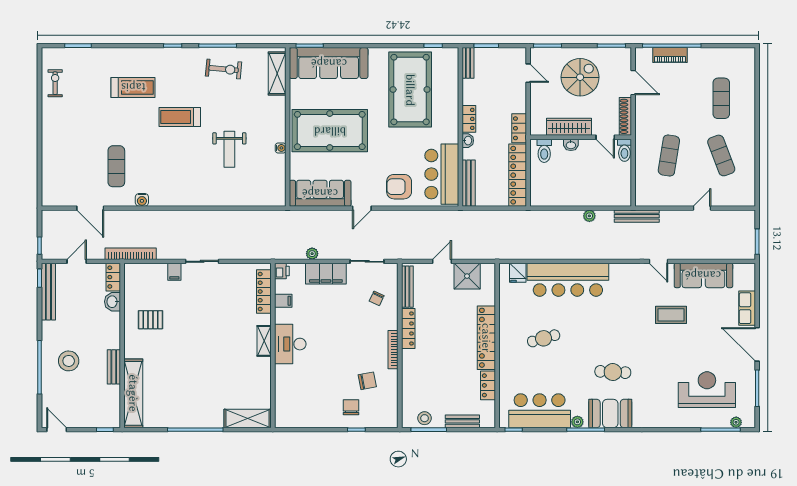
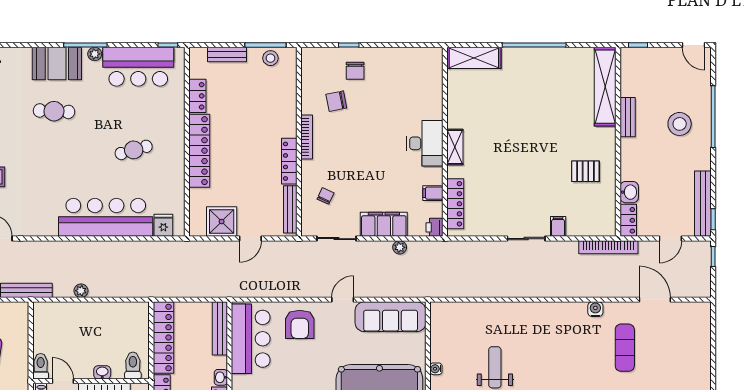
armchair: (399, 187) -> (300, 324), turned 90

